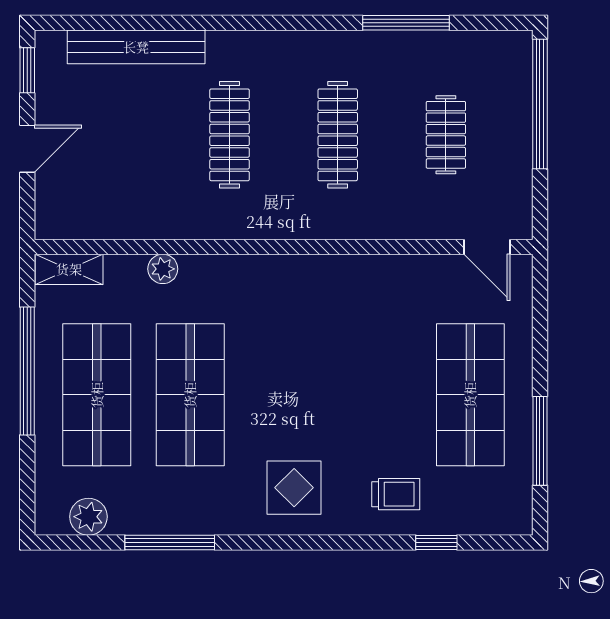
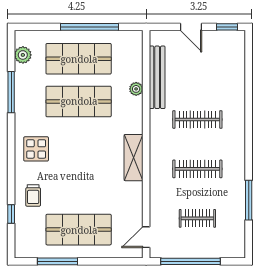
bench: (136, 47) -> (157, 77), moved
window: (540, 104) -> (190, 261), moved
shelving: (69, 269) -> (134, 158), moved, width x1.50, depth x1.33

